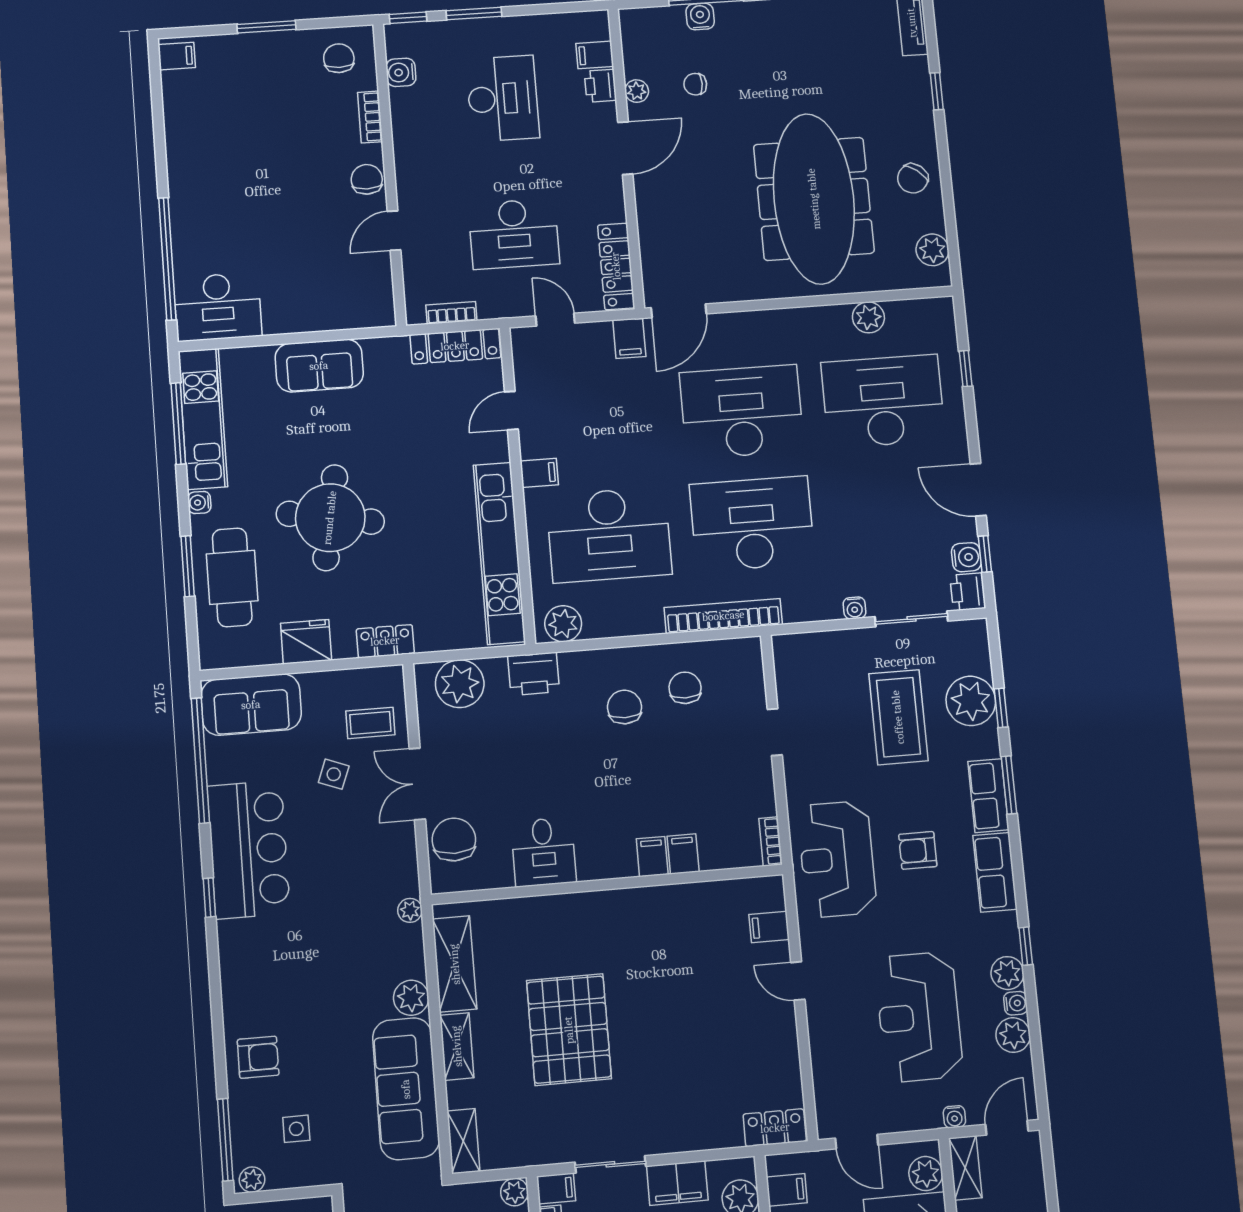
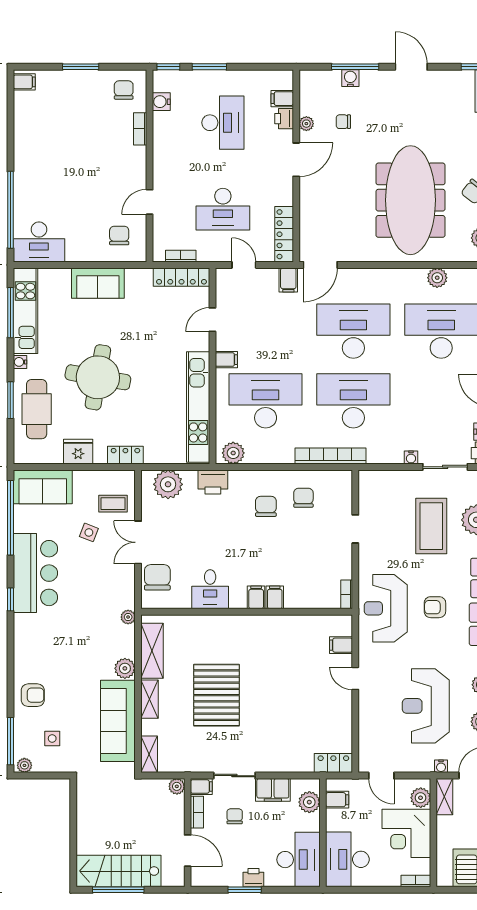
chair: (367, 179) -> (119, 236), moved
desk: (609, 535) -> (266, 401), turned 180
filing cabinet: (683, 854) -> (256, 597), moved

